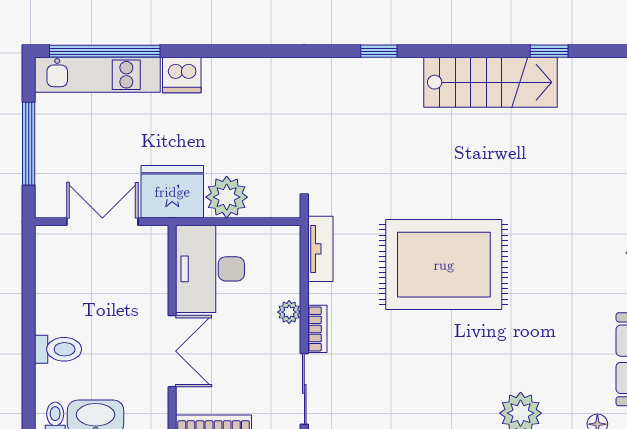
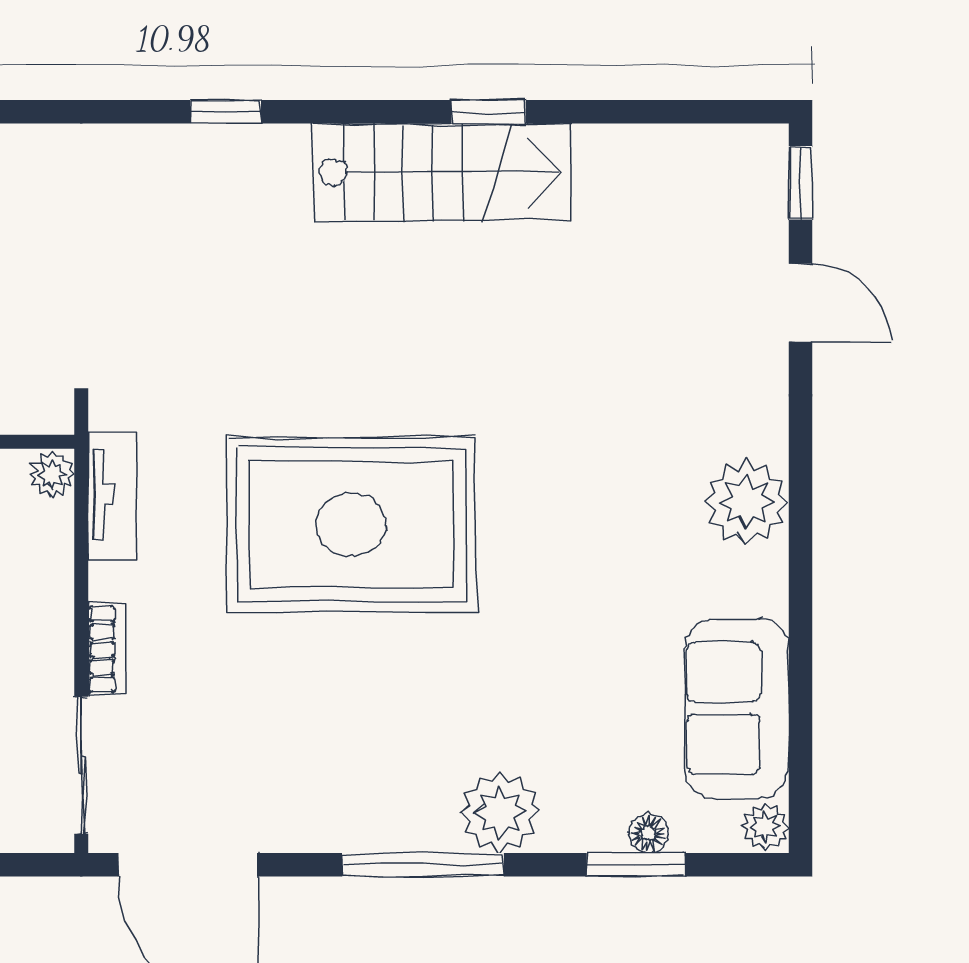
window: (549, 51) -> (489, 112), moved
plant: (289, 312) -> (52, 475), moved

